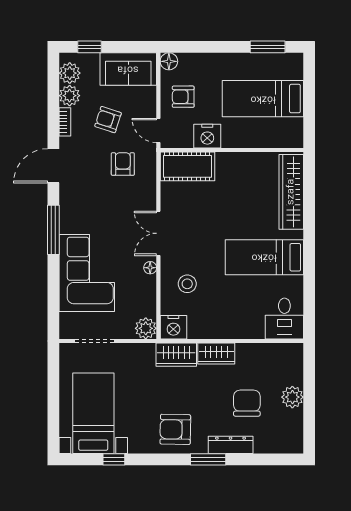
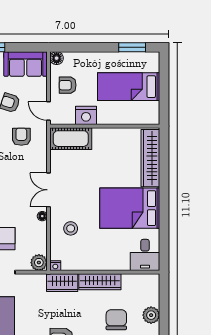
bed: (264, 257) -> (130, 208), width x1.50
nightstand: (173, 327) -> (55, 266), width x0.53, depth x0.56
wardrobe: (216, 354) -> (100, 282), width x1.50

